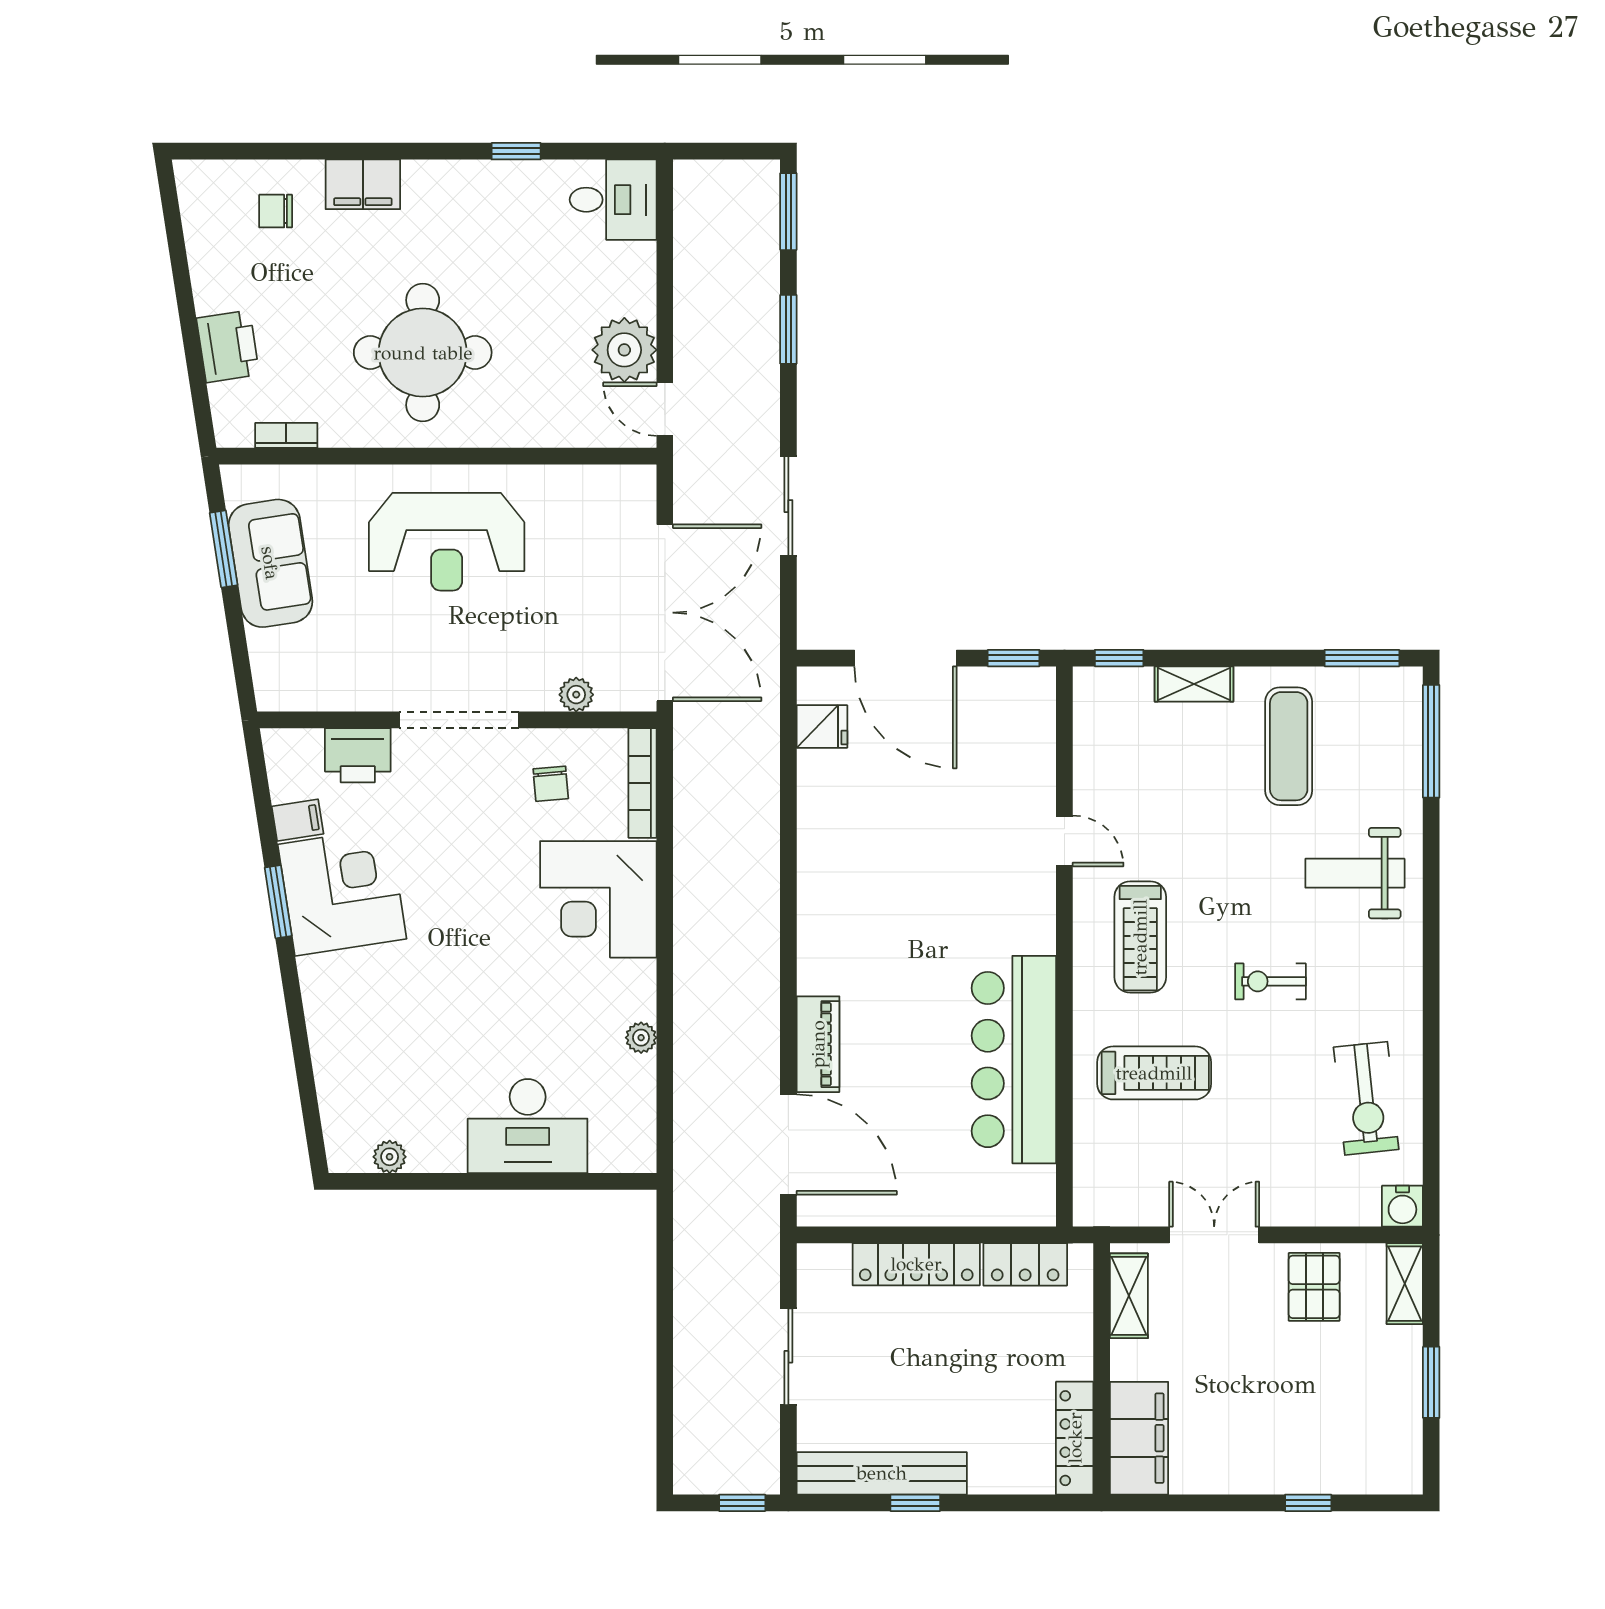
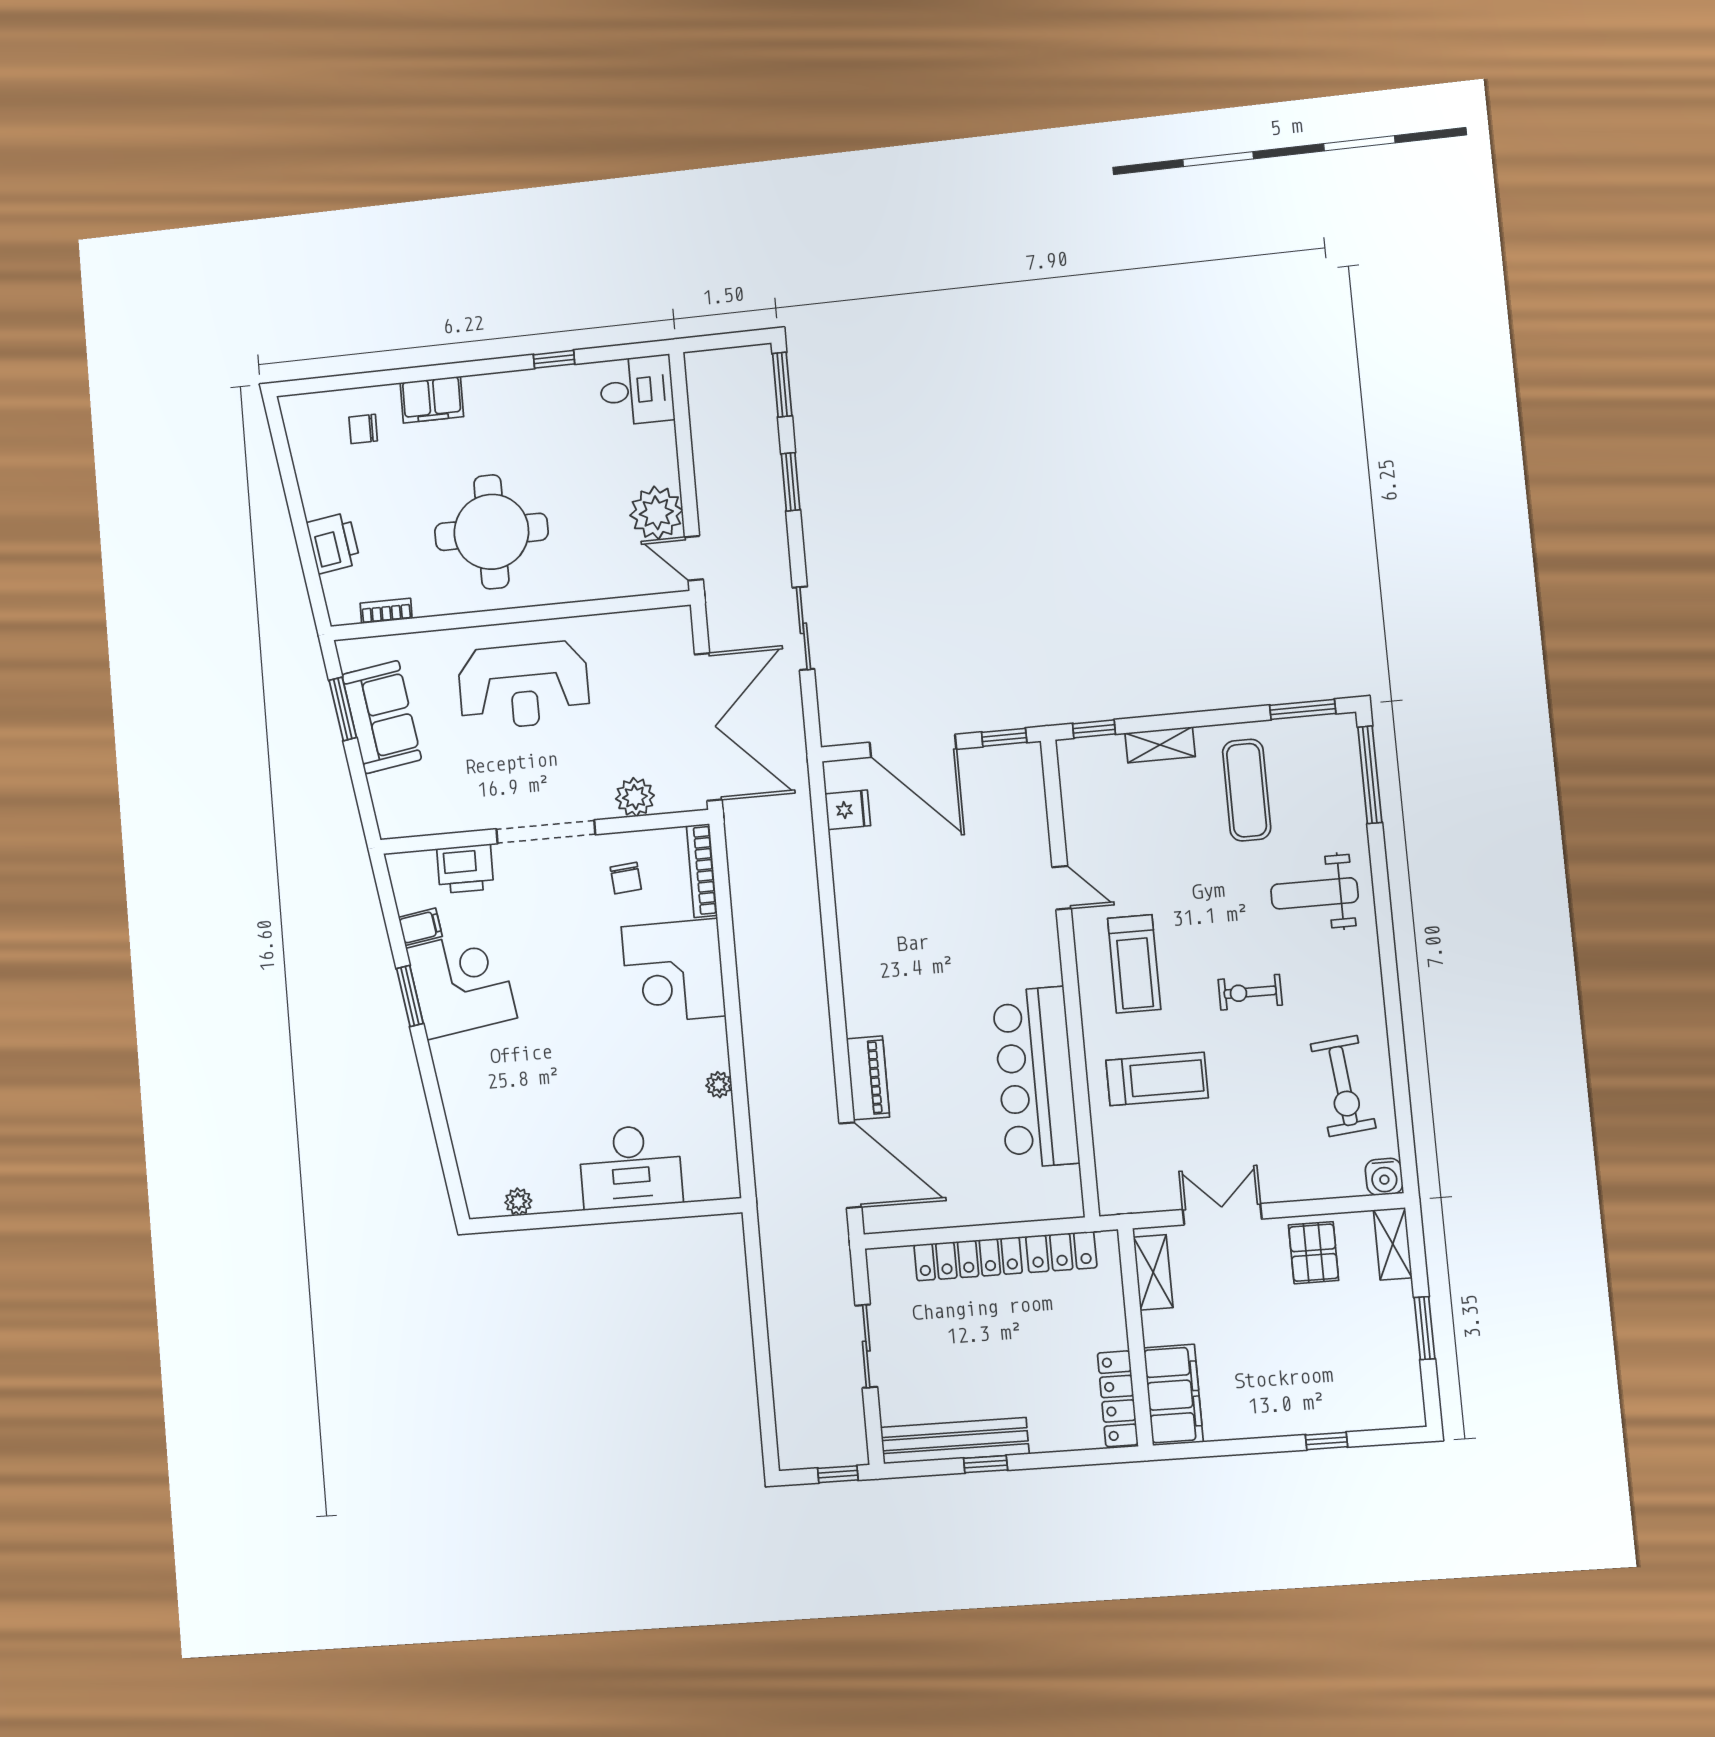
plant: (576, 695) -> (635, 797), width x1.38, depth x1.38

